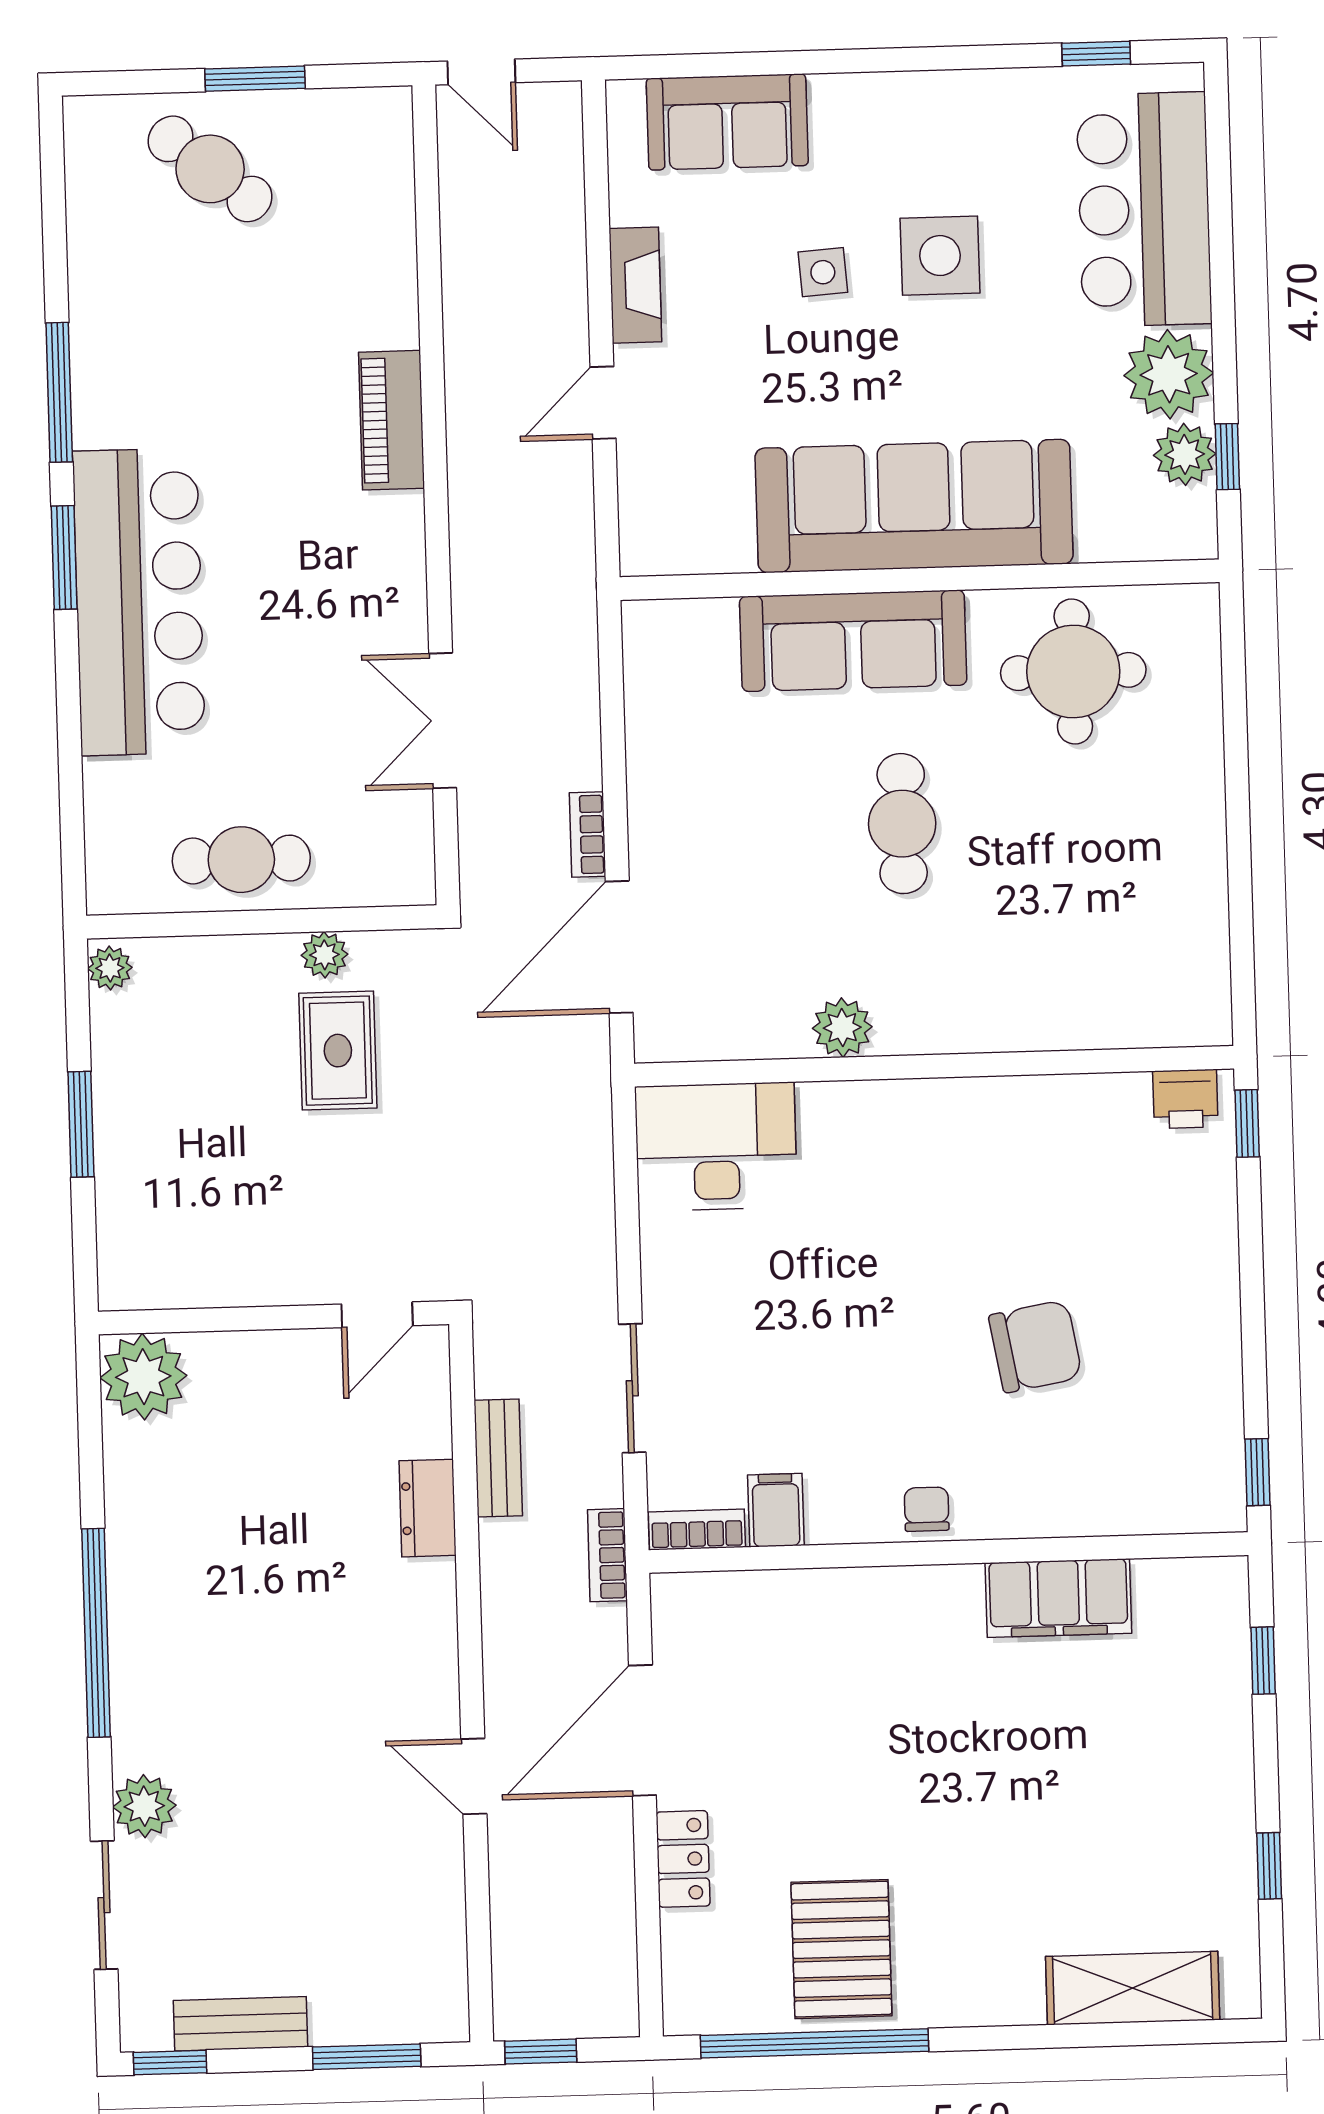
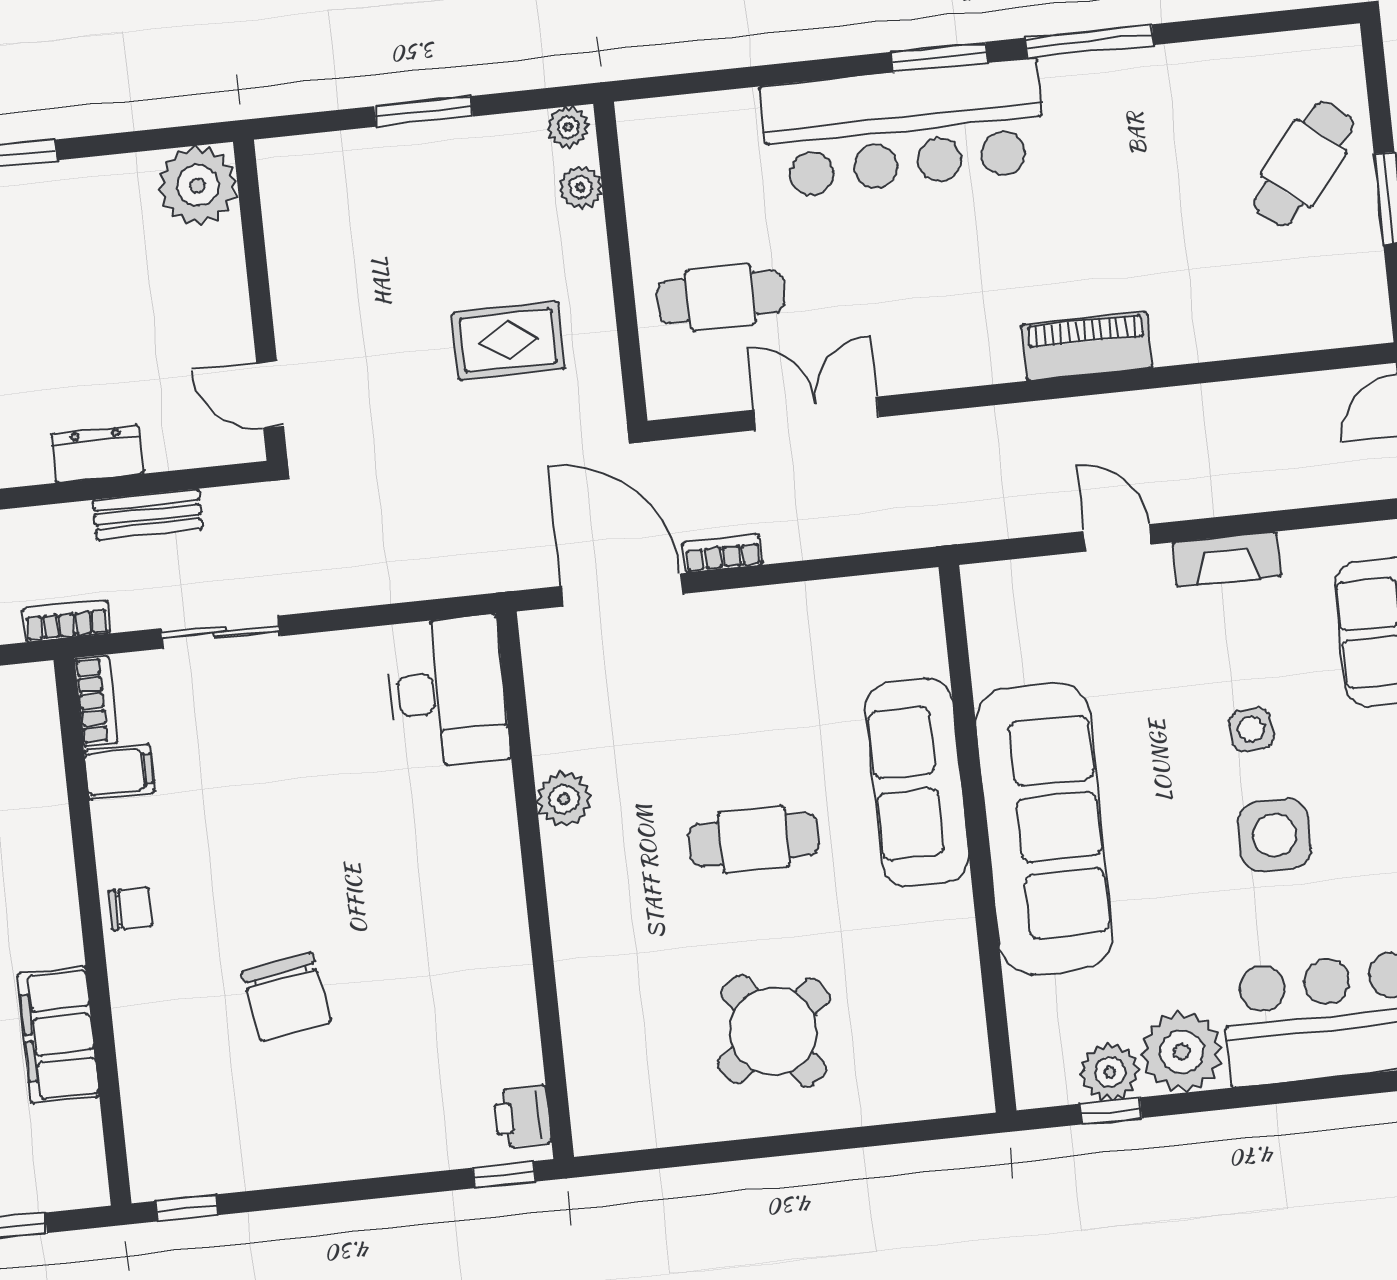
round table: (1073, 672) -> (774, 1031), moved, turned -36
cafe table: (241, 860) -> (721, 297), moved, turned 90
plant: (324, 955) -> (581, 187), moved

